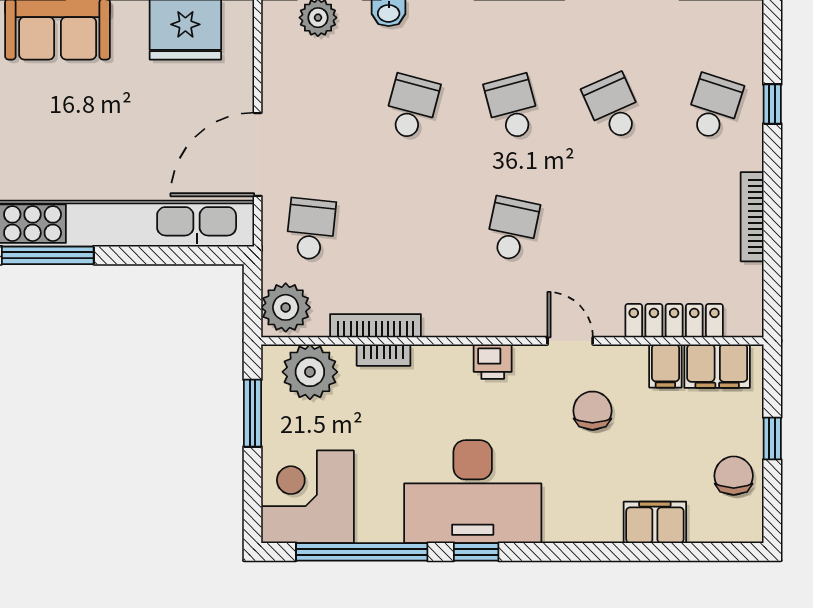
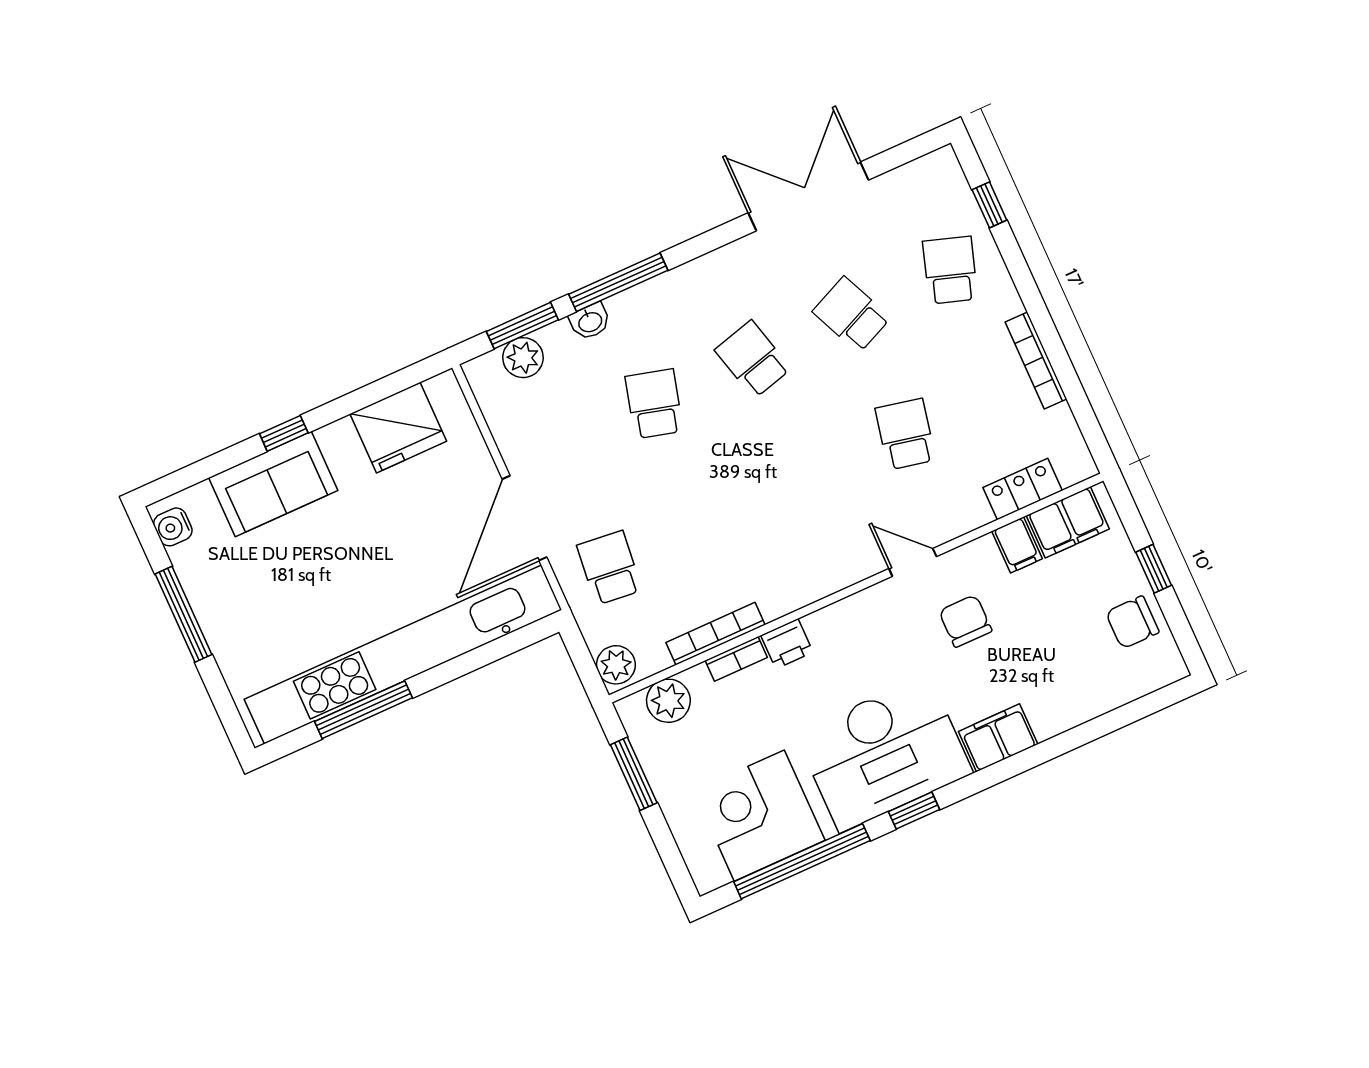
window: (772, 104) -> (989, 205), moved
school desk: (512, 229) -> (905, 434), moved
plant: (286, 307) -> (616, 665), width x0.73, depth x0.73
locker: (674, 321) -> (1023, 489), width x0.66
printer: (493, 362) -> (787, 644), moved
plant: (310, 372) -> (668, 701), width x0.73, depth x0.73
chair: (734, 476) -> (1132, 622), turned -90
corner desk: (308, 497) -> (759, 816), moved
filing cabinet: (655, 522) -> (998, 738), moved

